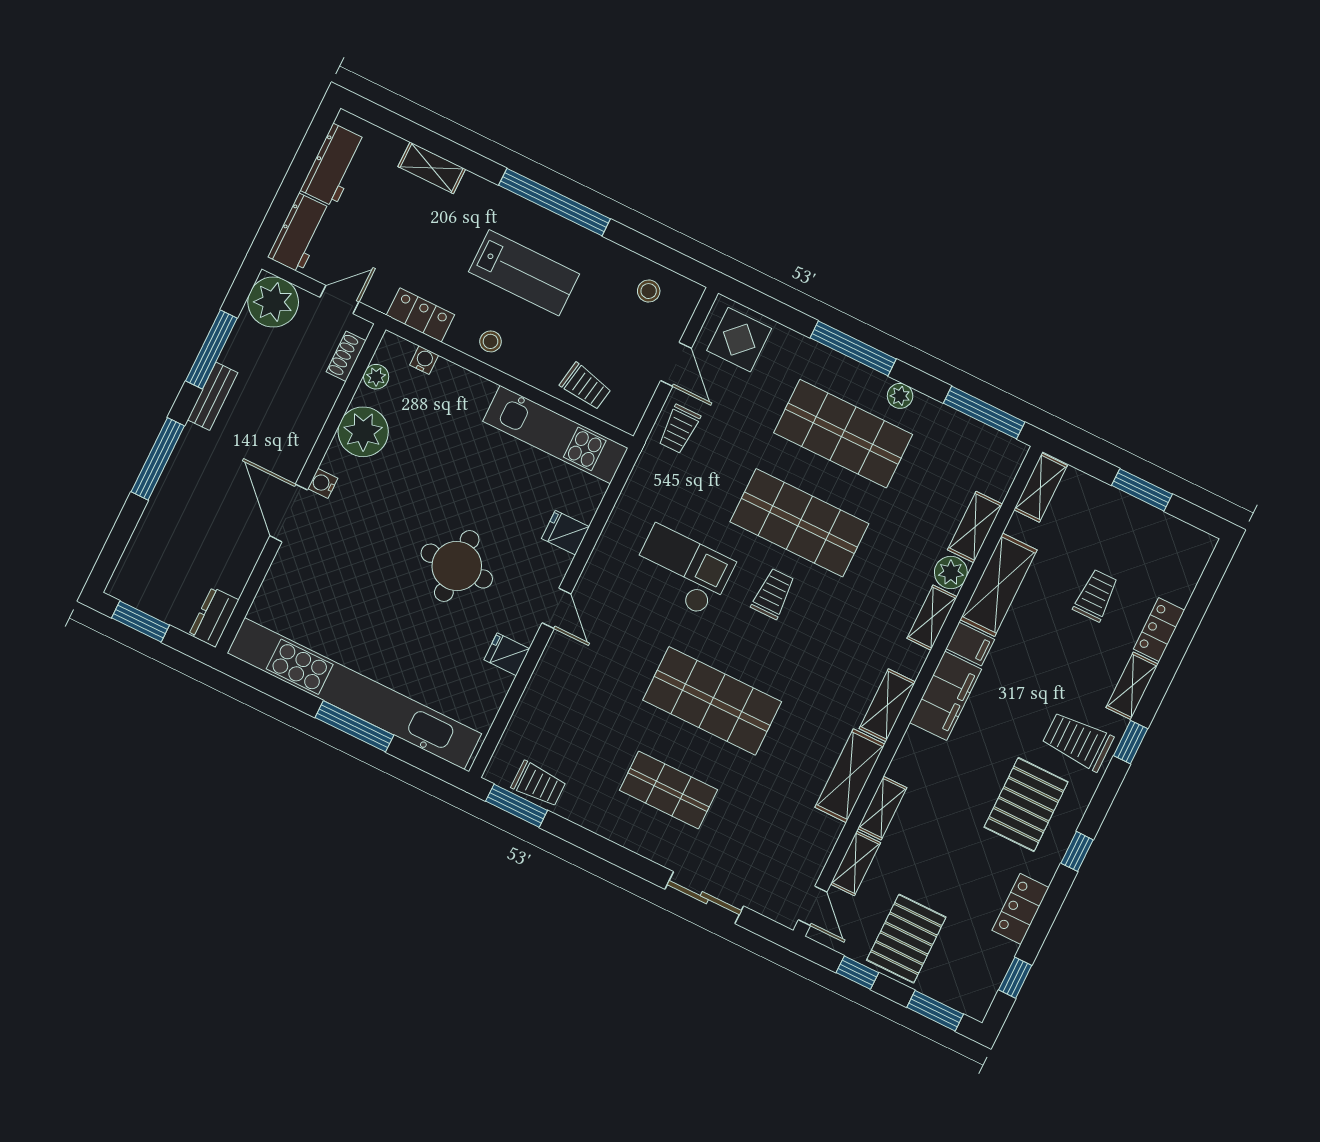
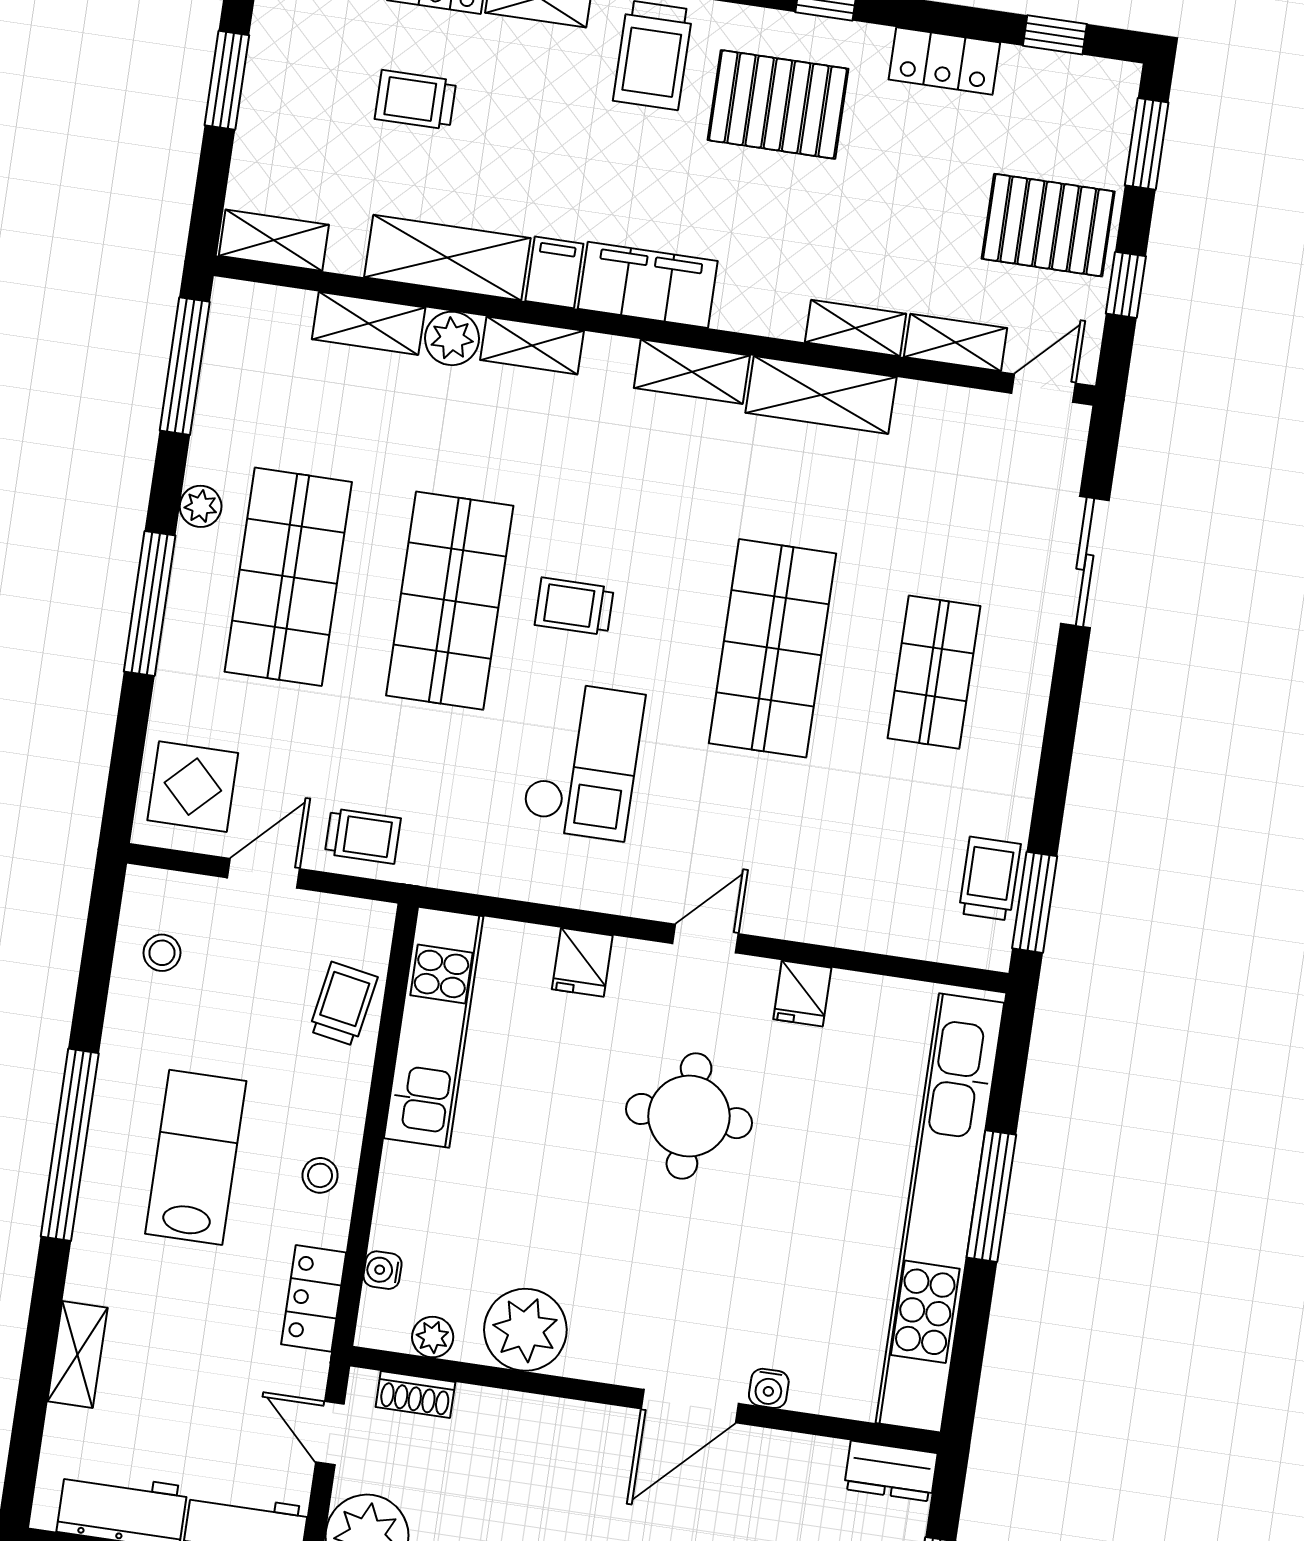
water cooler: (323, 483) -> (769, 1388), moved
checkout: (682, 570) -> (583, 761), turned 180

